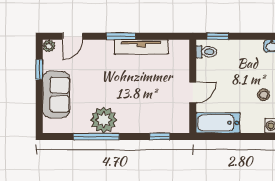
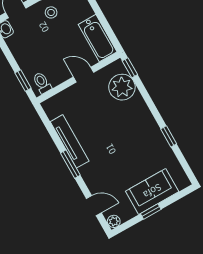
window: (39, 70) -> (151, 211), moved
plant: (104, 120) -> (122, 87), moved
window: (96, 136) -> (169, 136), width x0.46
window: (160, 136) -> (130, 68), moved

